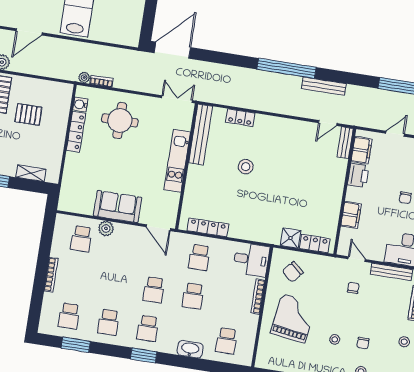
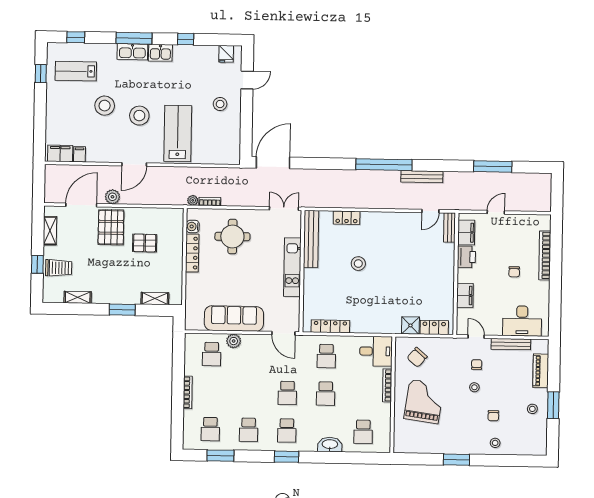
sofa: (118, 207) -> (234, 319), width x1.36
stool: (335, 339) -> (474, 387), moved

